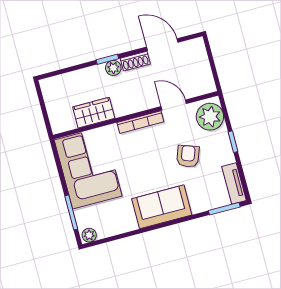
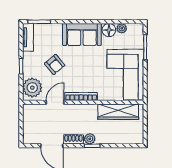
door: (174, 105) -> (55, 102), swing flipped
wardrobe: (94, 113) -> (118, 112), width x1.50
armchair: (188, 156) -> (55, 64), turned -60
floor lamp: (127, 223) -> (109, 30), added
plant: (89, 235) -> (122, 28), moved

